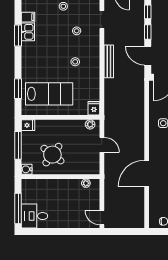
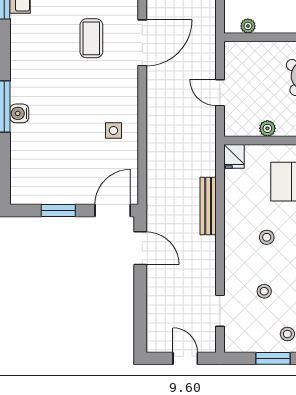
window: (148, 12) -> (140, 324), removed
window: (148, 32) -> (140, 289), removed
bench: (109, 61) -> (208, 206), moved
plant: (90, 124) -> (267, 128), moved

